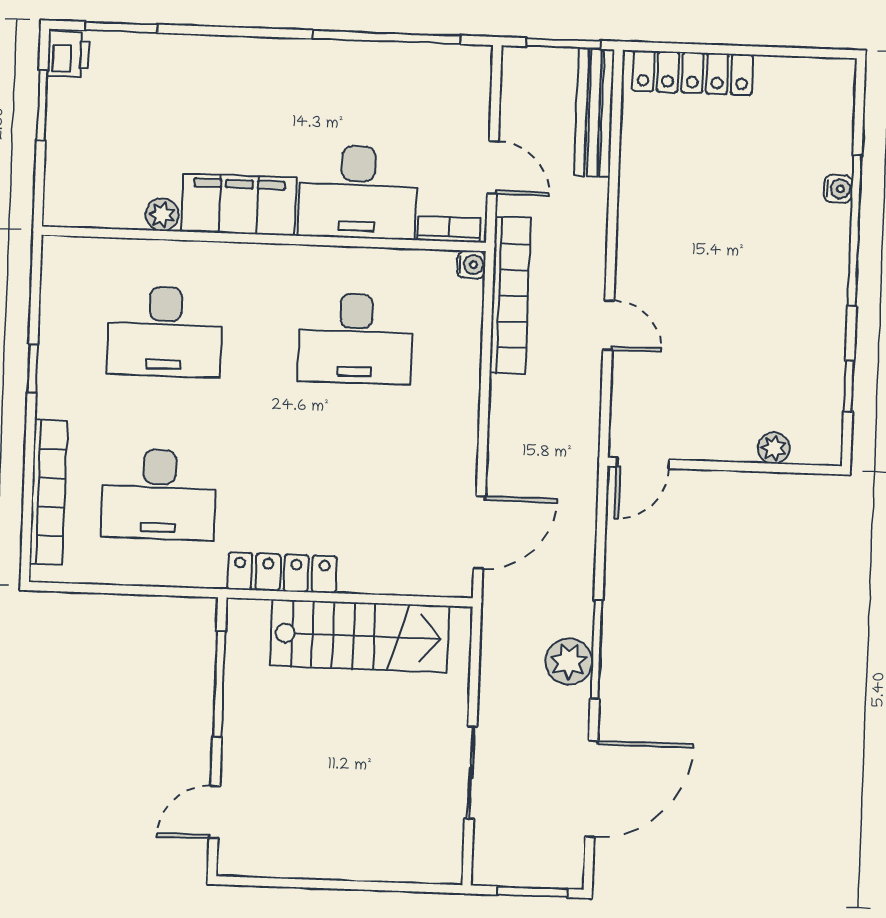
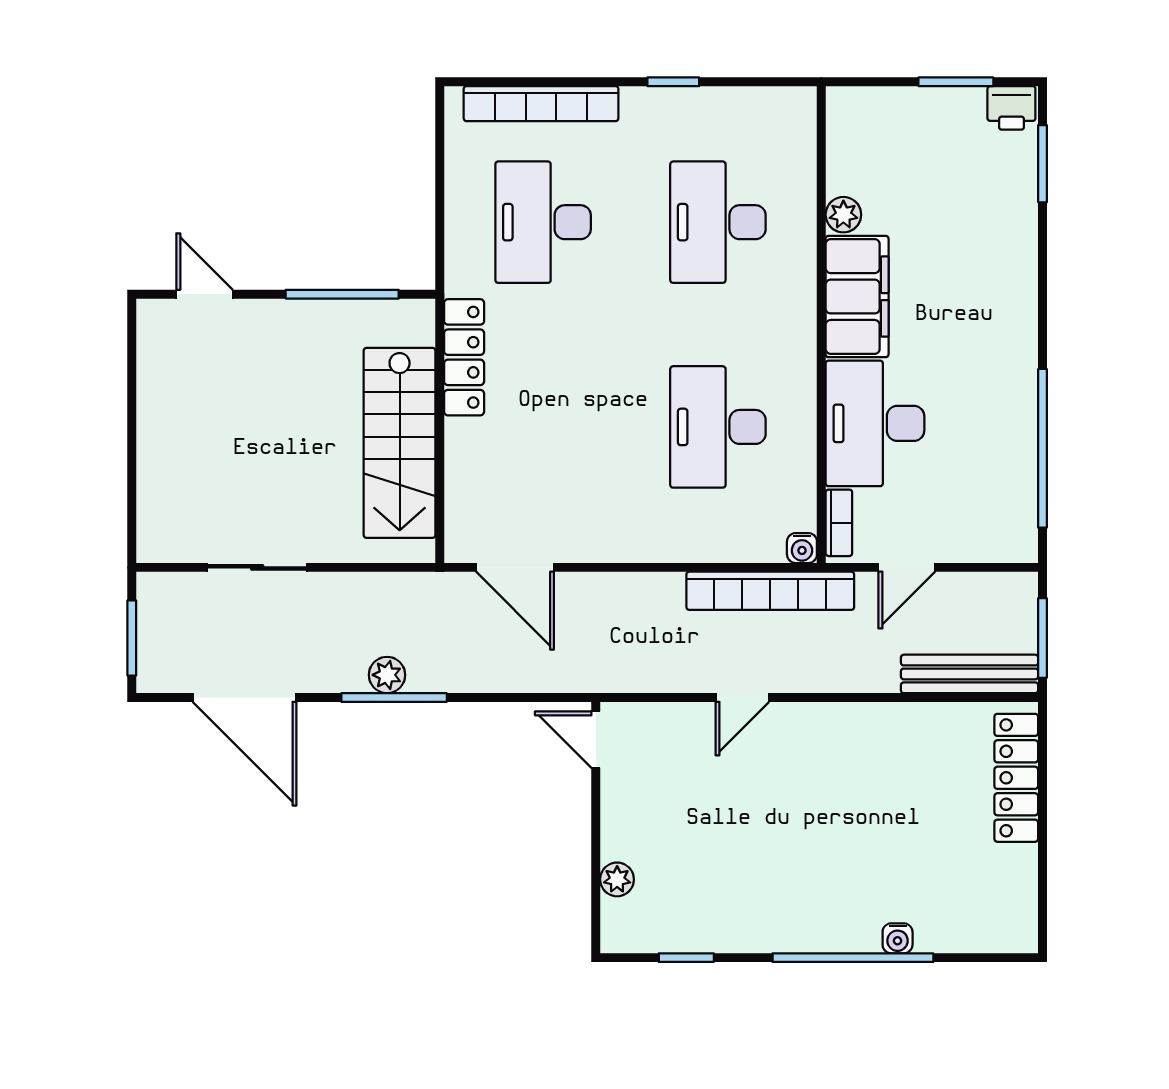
plant: (569, 661) -> (387, 675), width x0.73, depth x0.73

